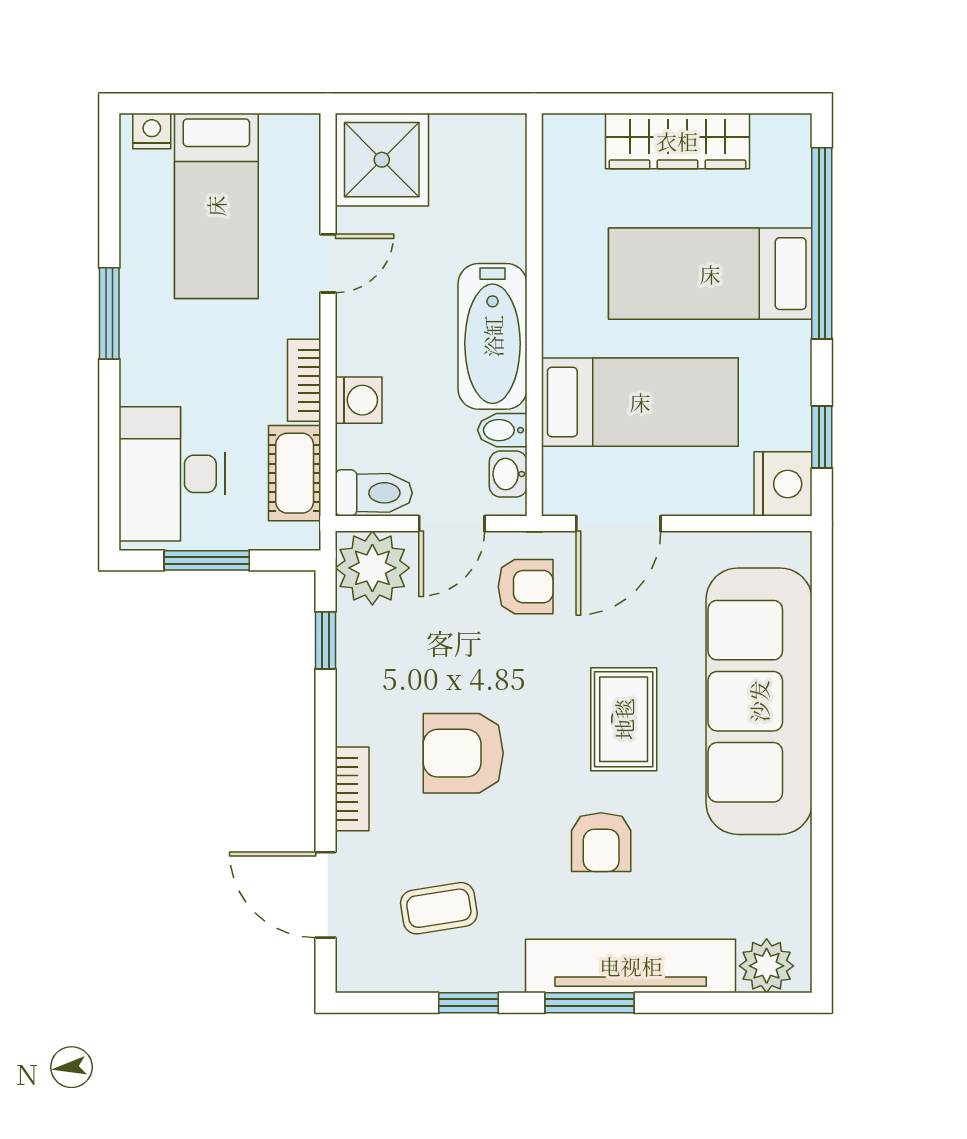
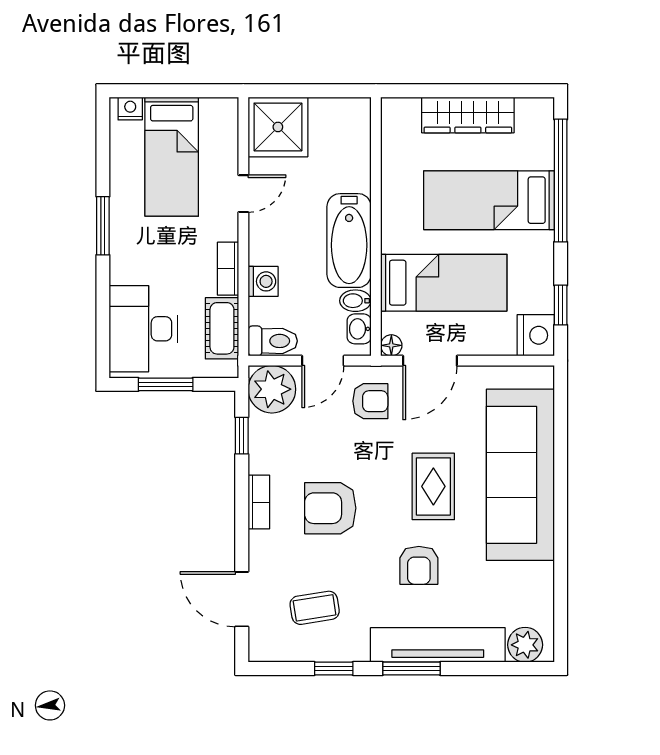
floor lamp: (558, 500) -> (391, 345), added
bookcase: (352, 789) -> (259, 502), moved

